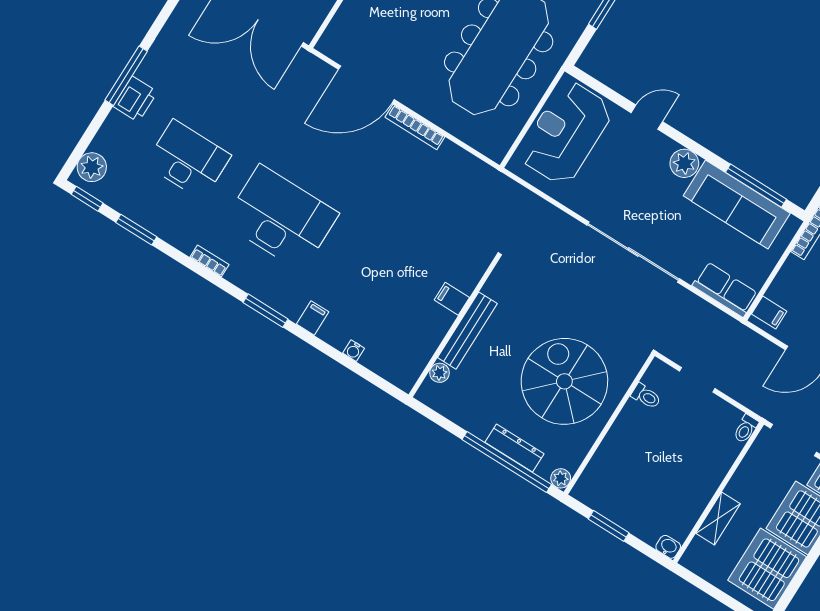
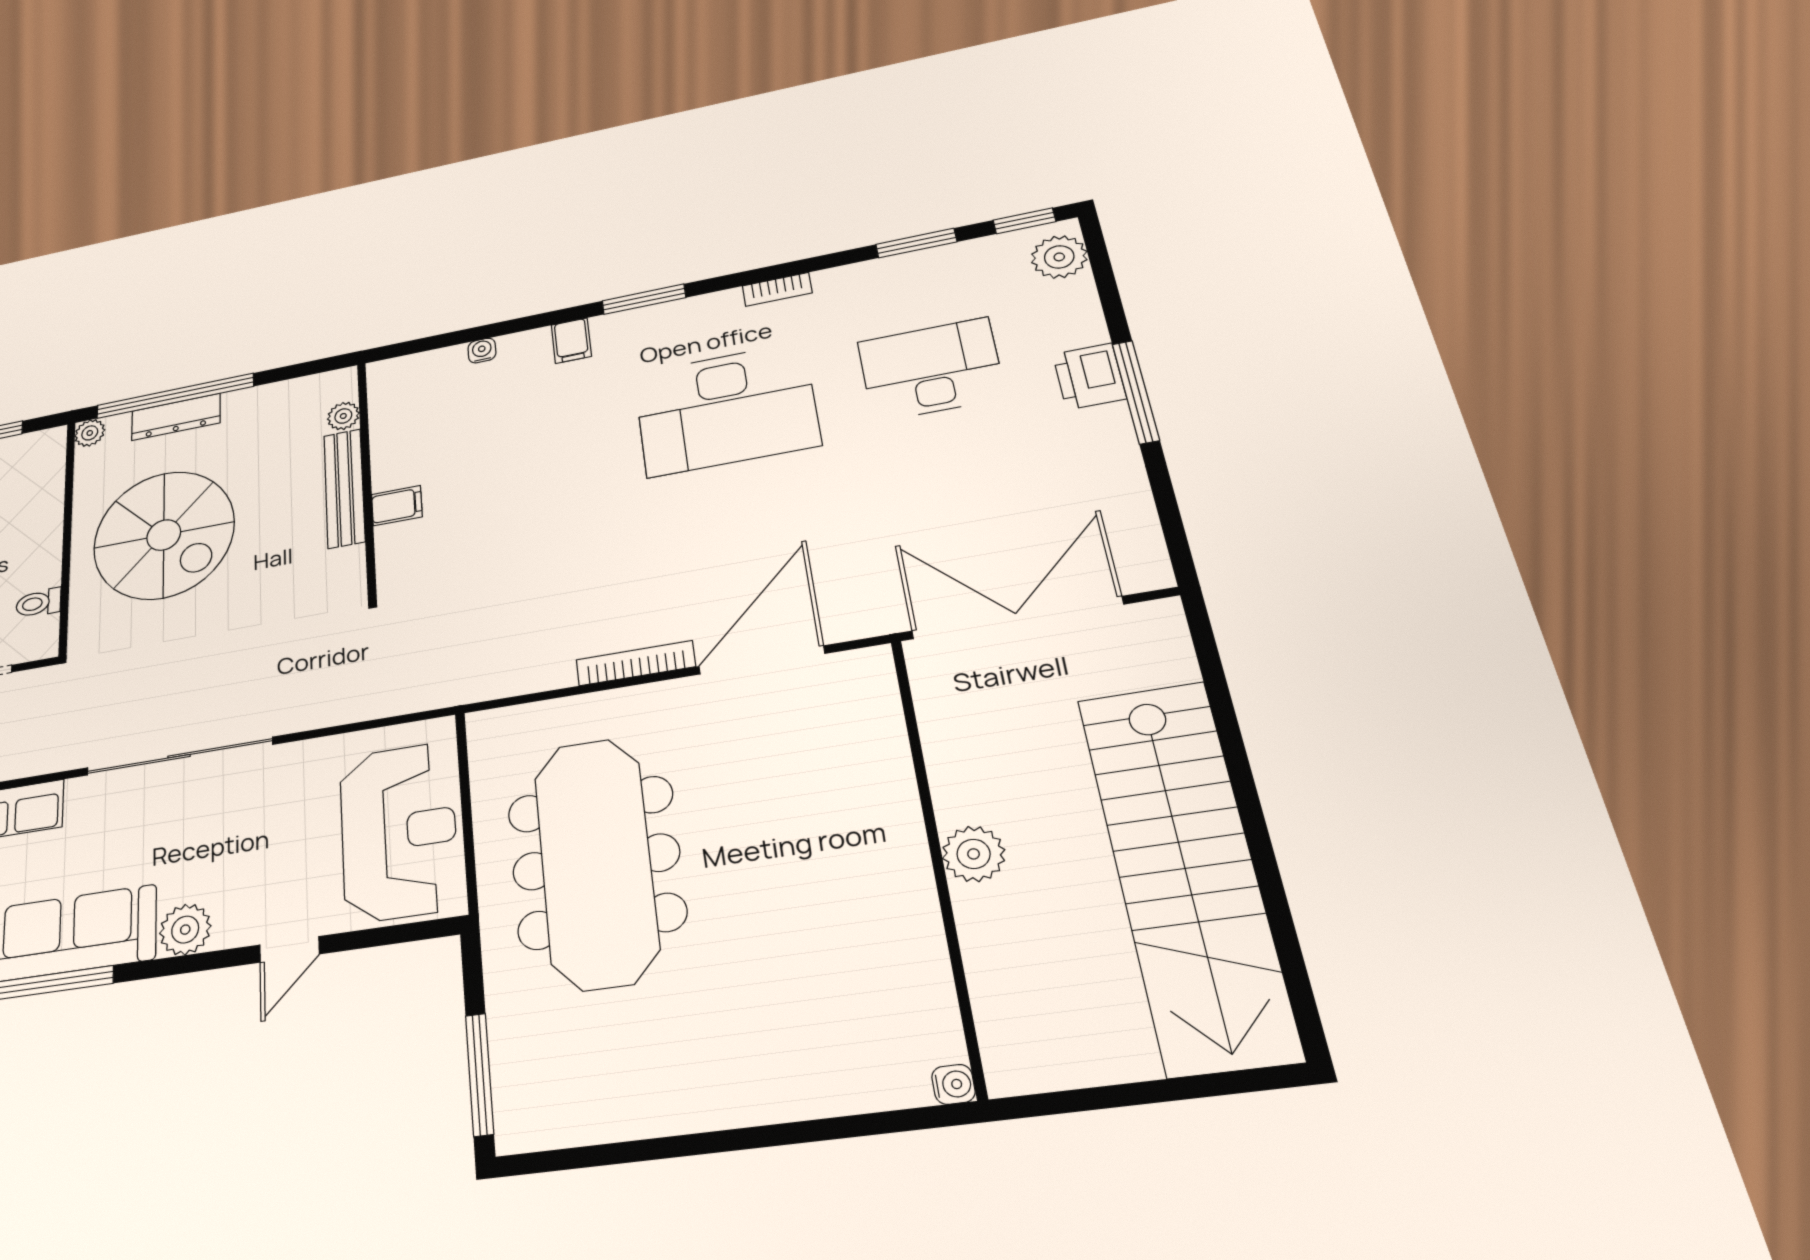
desk: (188, 160) -> (931, 370), turned 180

